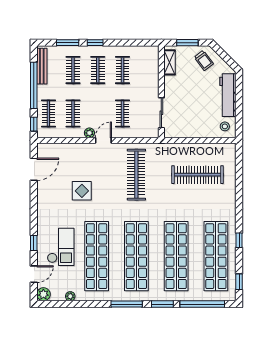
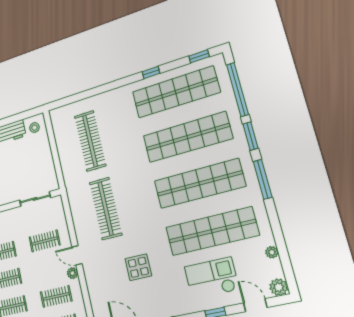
clothes rail: (136, 175) -> (106, 209), turned 90

